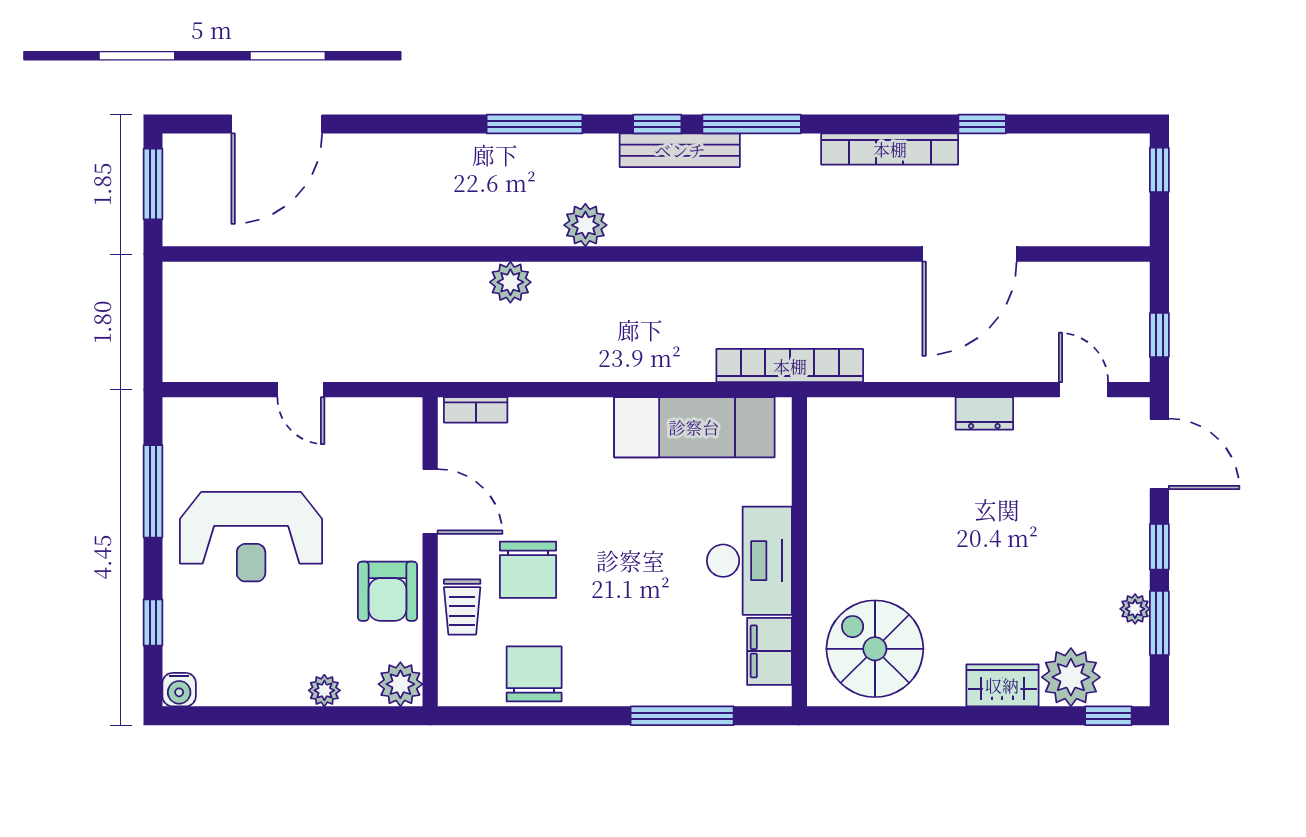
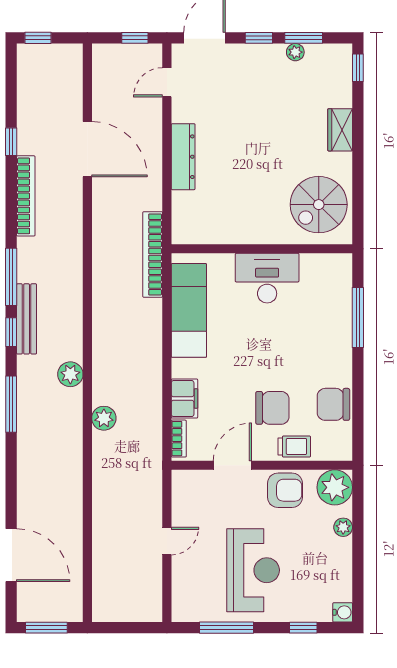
dresser: (984, 413) -> (183, 157), width x1.96, depth x1.24
filing cabinet: (770, 651) -> (184, 399), moved, turned -90
plant: (1071, 677) -> (335, 90), removed
plant: (400, 684) -> (335, 487), width x1.36, depth x1.36

